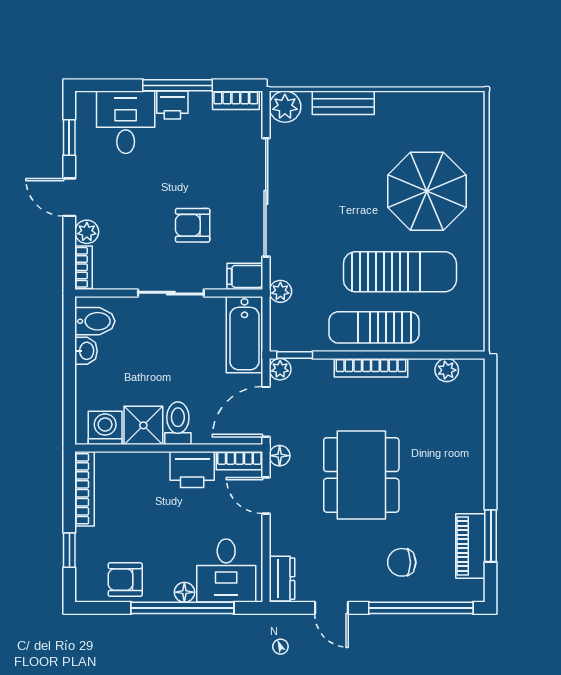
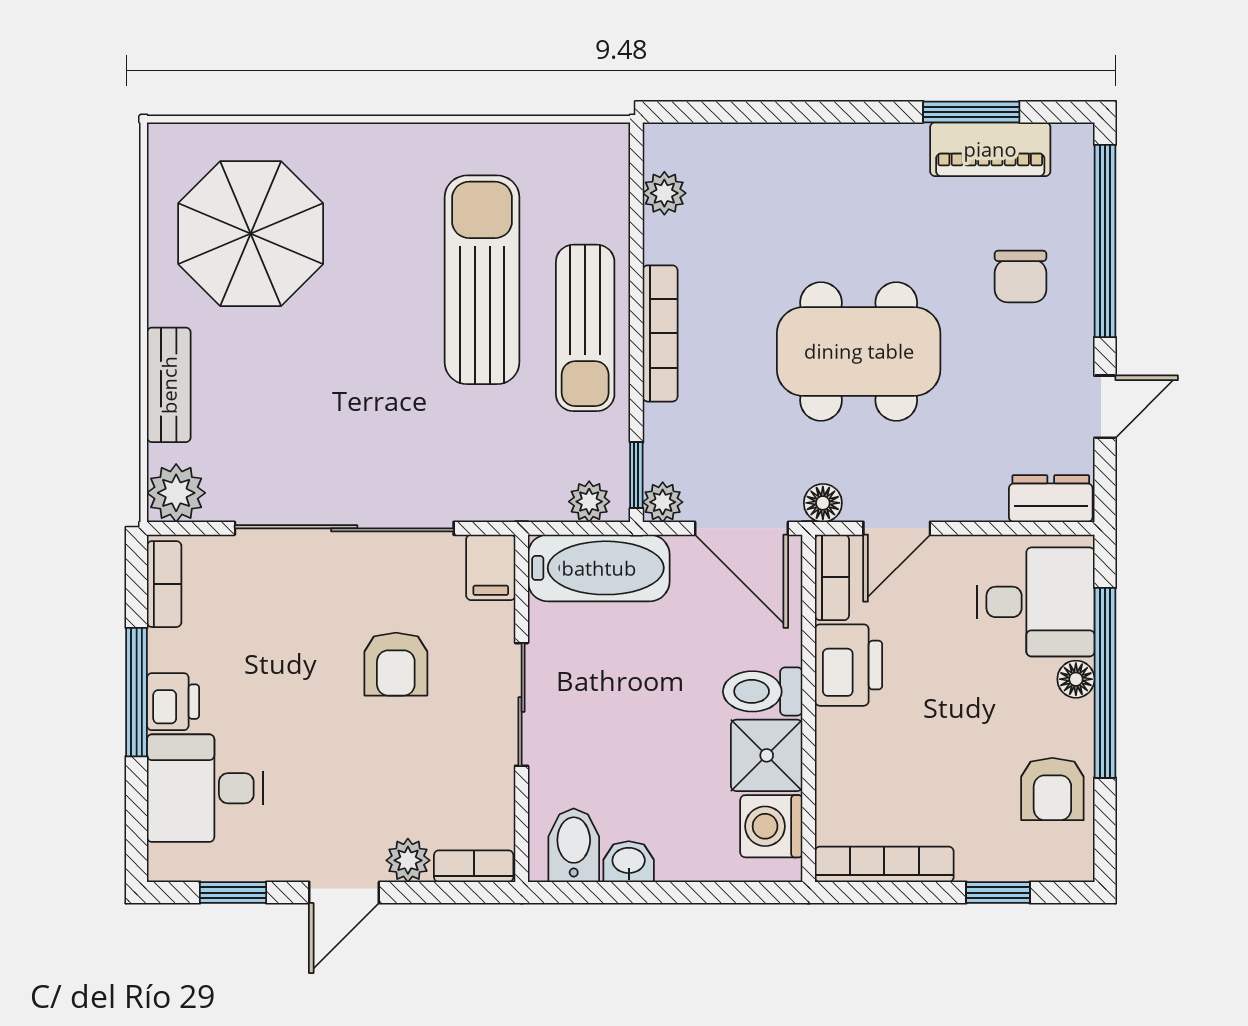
parasol: (427, 191) -> (251, 234), moved
plant: (280, 291) -> (589, 502), moved

